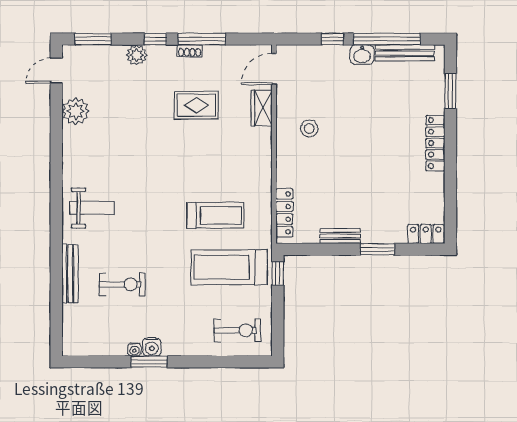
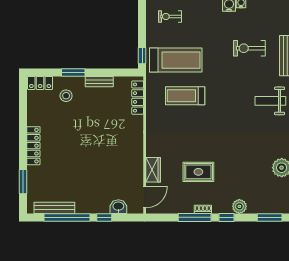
washbasin: (362, 55) -> (118, 207), moved
stool: (309, 128) -> (66, 96), moved
exercise bike: (237, 330) -> (170, 17), width x0.73, depth x0.72

